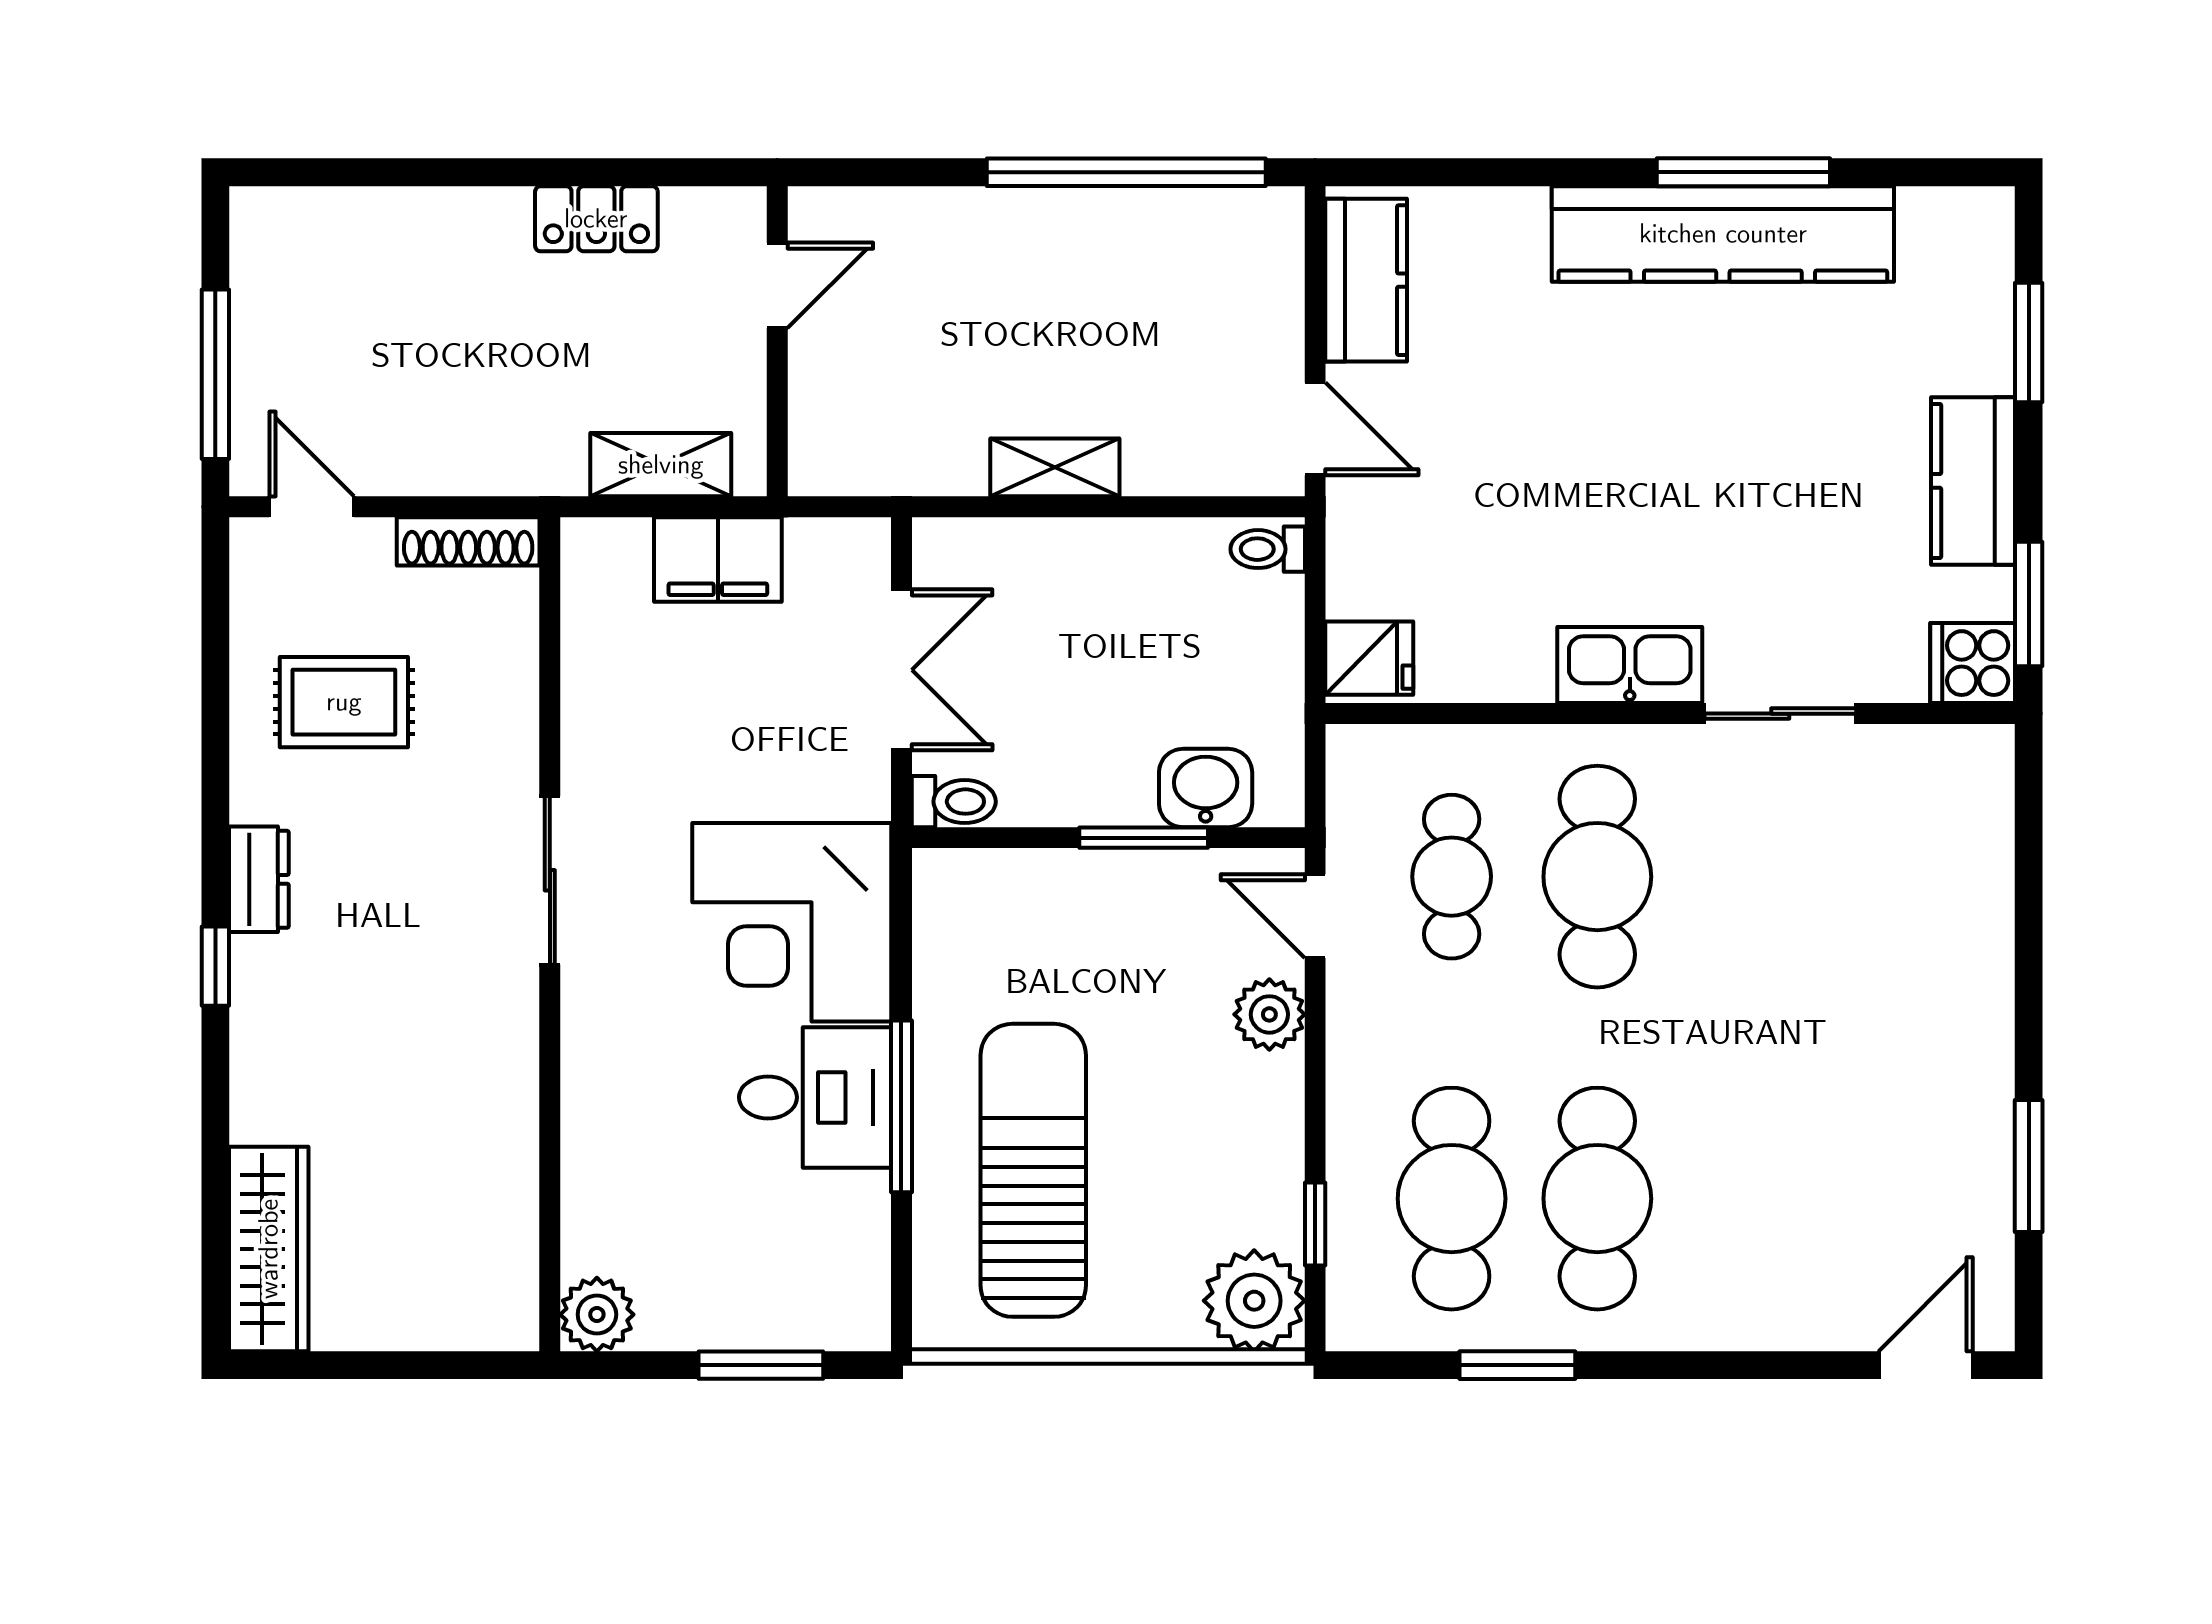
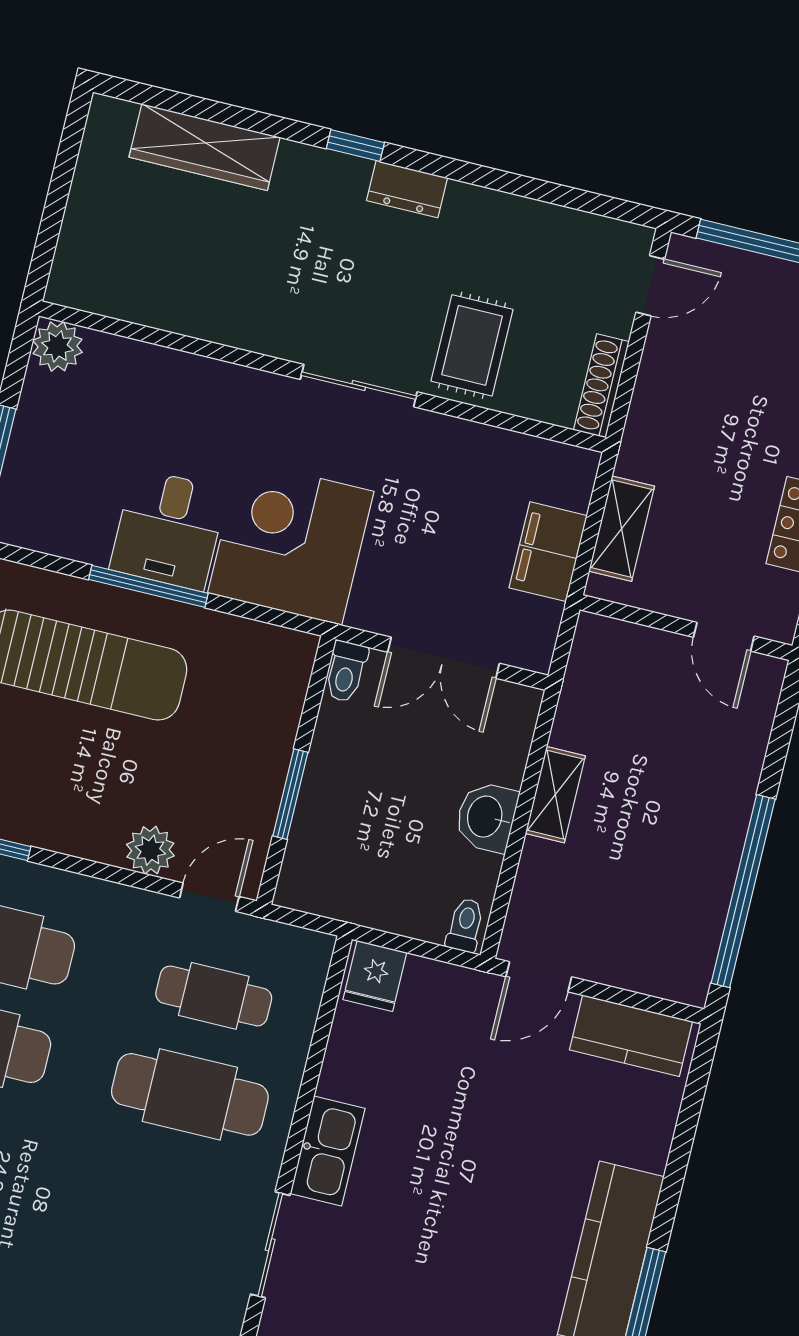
rug: (344, 702) -> (472, 345), moved
washbasin: (1206, 788) -> (486, 817), moved, turned 180
wardrobe: (269, 1249) -> (205, 147), moved

